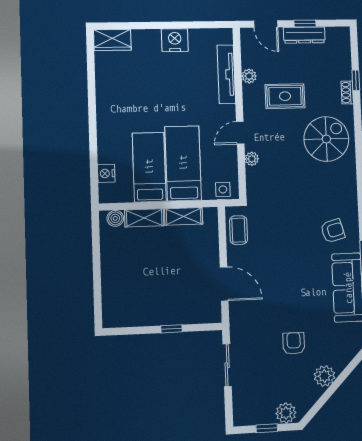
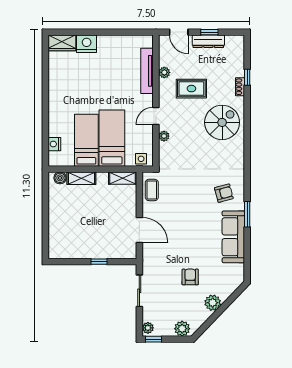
nightstand: (175, 40) -> (87, 44), moved
shelving: (184, 216) -> (123, 178), moved
plant: (240, 415) -> (148, 328), added
window: (267, 428) -> (154, 339), moved

